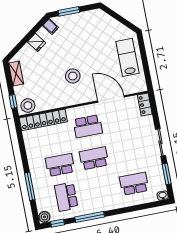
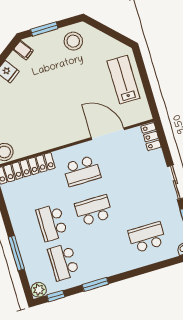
stool: (73, 76) -> (73, 41), moved
school desk: (60, 165) -> (52, 223), turned -90
window: (90, 217) -> (95, 284), width x0.69

